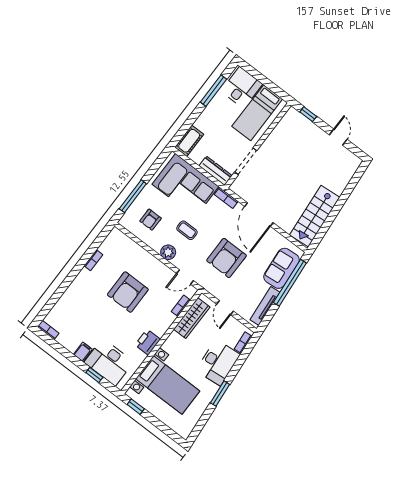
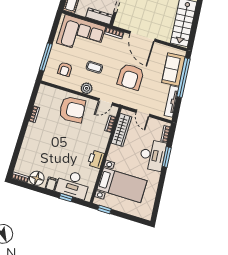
armchair: (128, 292) -> (72, 110), moved, turned -95
floor lamp: (68, 339) -> (37, 178), added
window: (220, 394) -> (167, 157), moved

